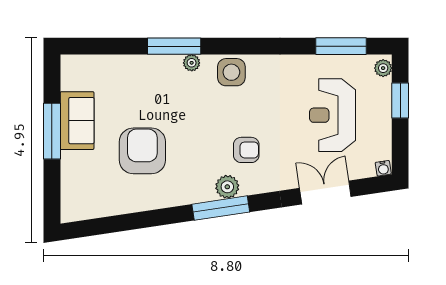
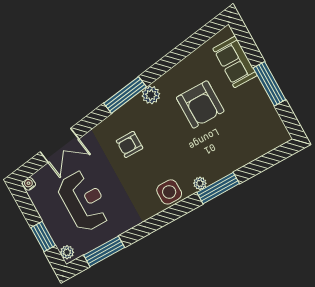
sofa: (77, 121) -> (235, 62), moved
plant: (227, 187) -> (151, 95), moved

